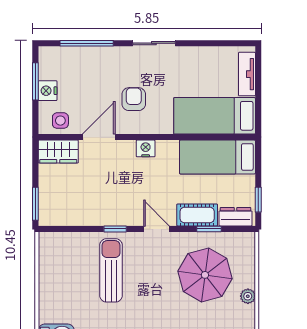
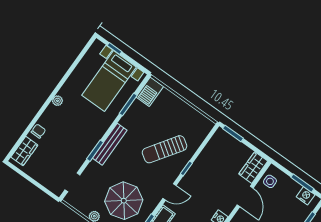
nightstand: (48, 91) -> (306, 196), moved
sun lounger: (111, 270) -> (164, 149), turned 124

